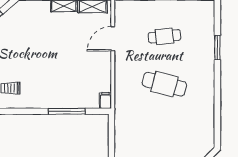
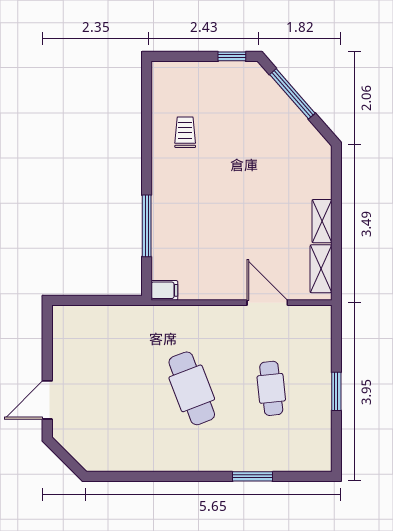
cafe table: (164, 84) -> (192, 388), turned -36

